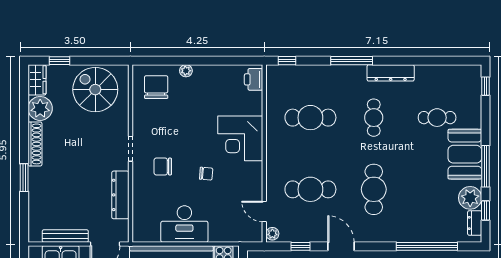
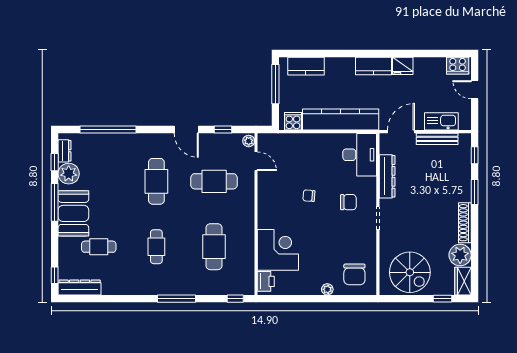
dresser: (391, 73) -> (80, 287), moved
cafe table: (310, 118) -> (214, 247), turned 90
corner desk: (240, 138) -> (278, 250), moved
window: (24, 218) -> (475, 155), added
desk: (184, 224) -> (360, 155), moved, turned 90

